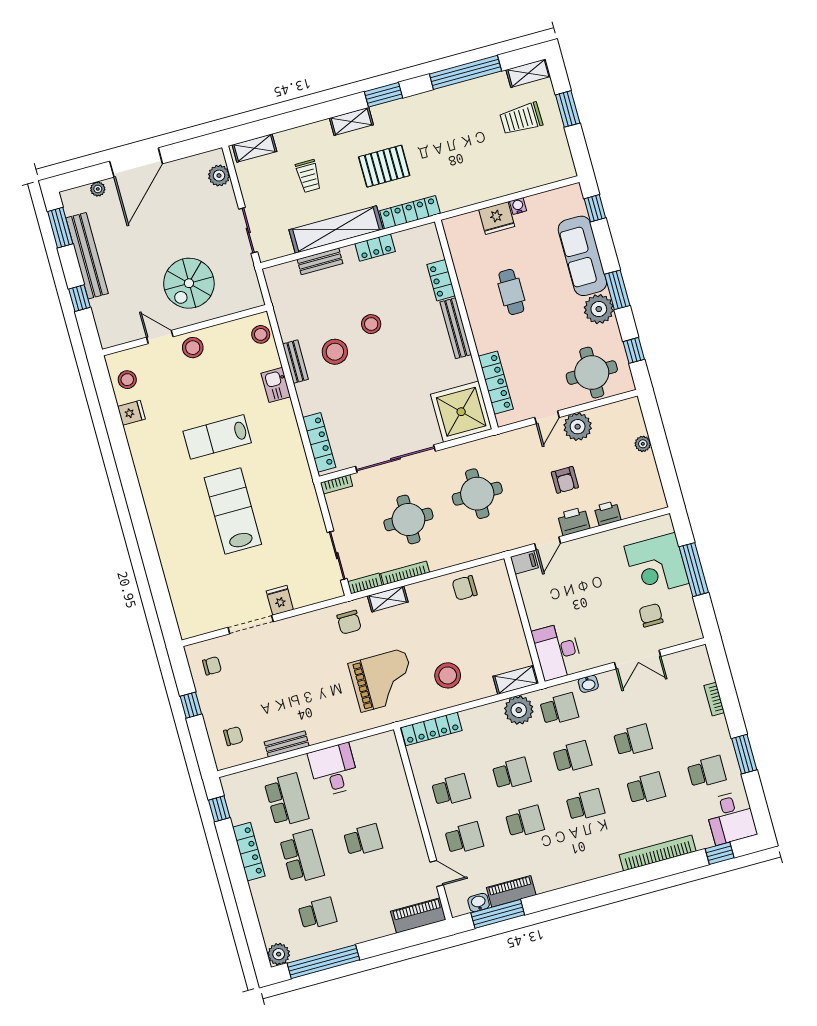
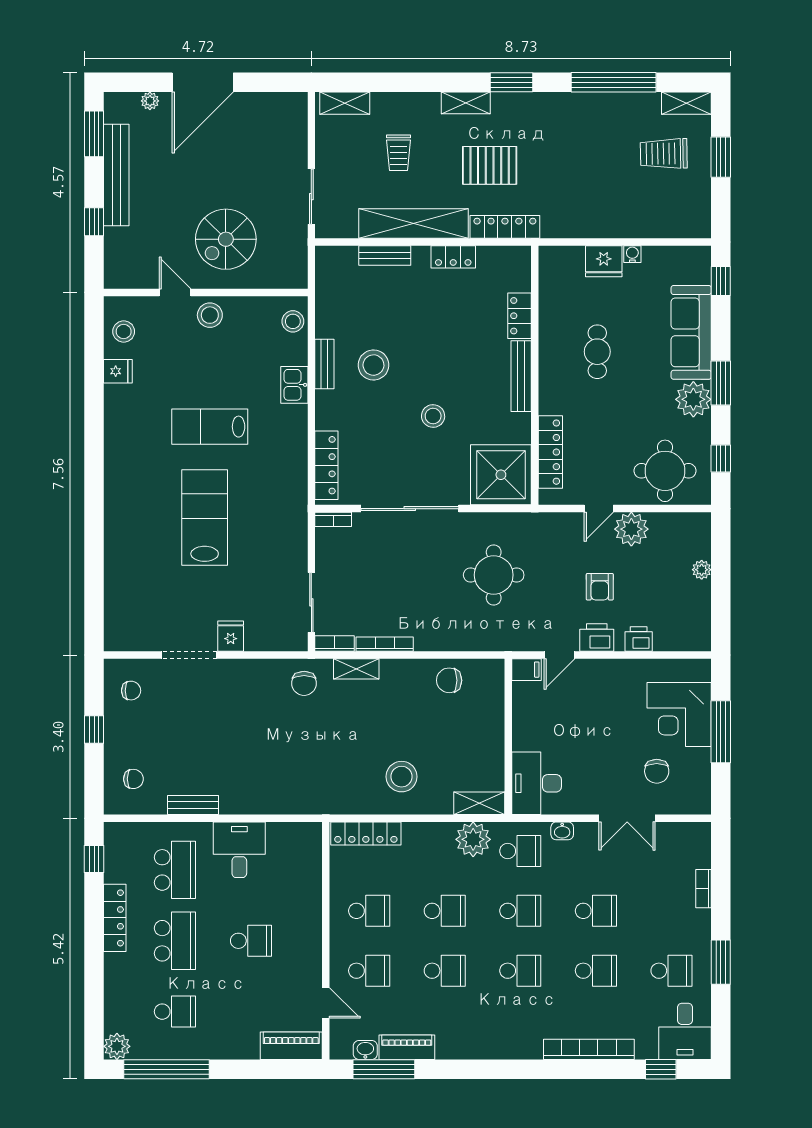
plant: (219, 176) -> (295, 124), removed
stool: (371, 324) -> (433, 416), moved
round table: (408, 519) -> (406, 583), removed
chair: (651, 615) -> (657, 771), turned 180
grand piano: (383, 680) -> (325, 762), removed

